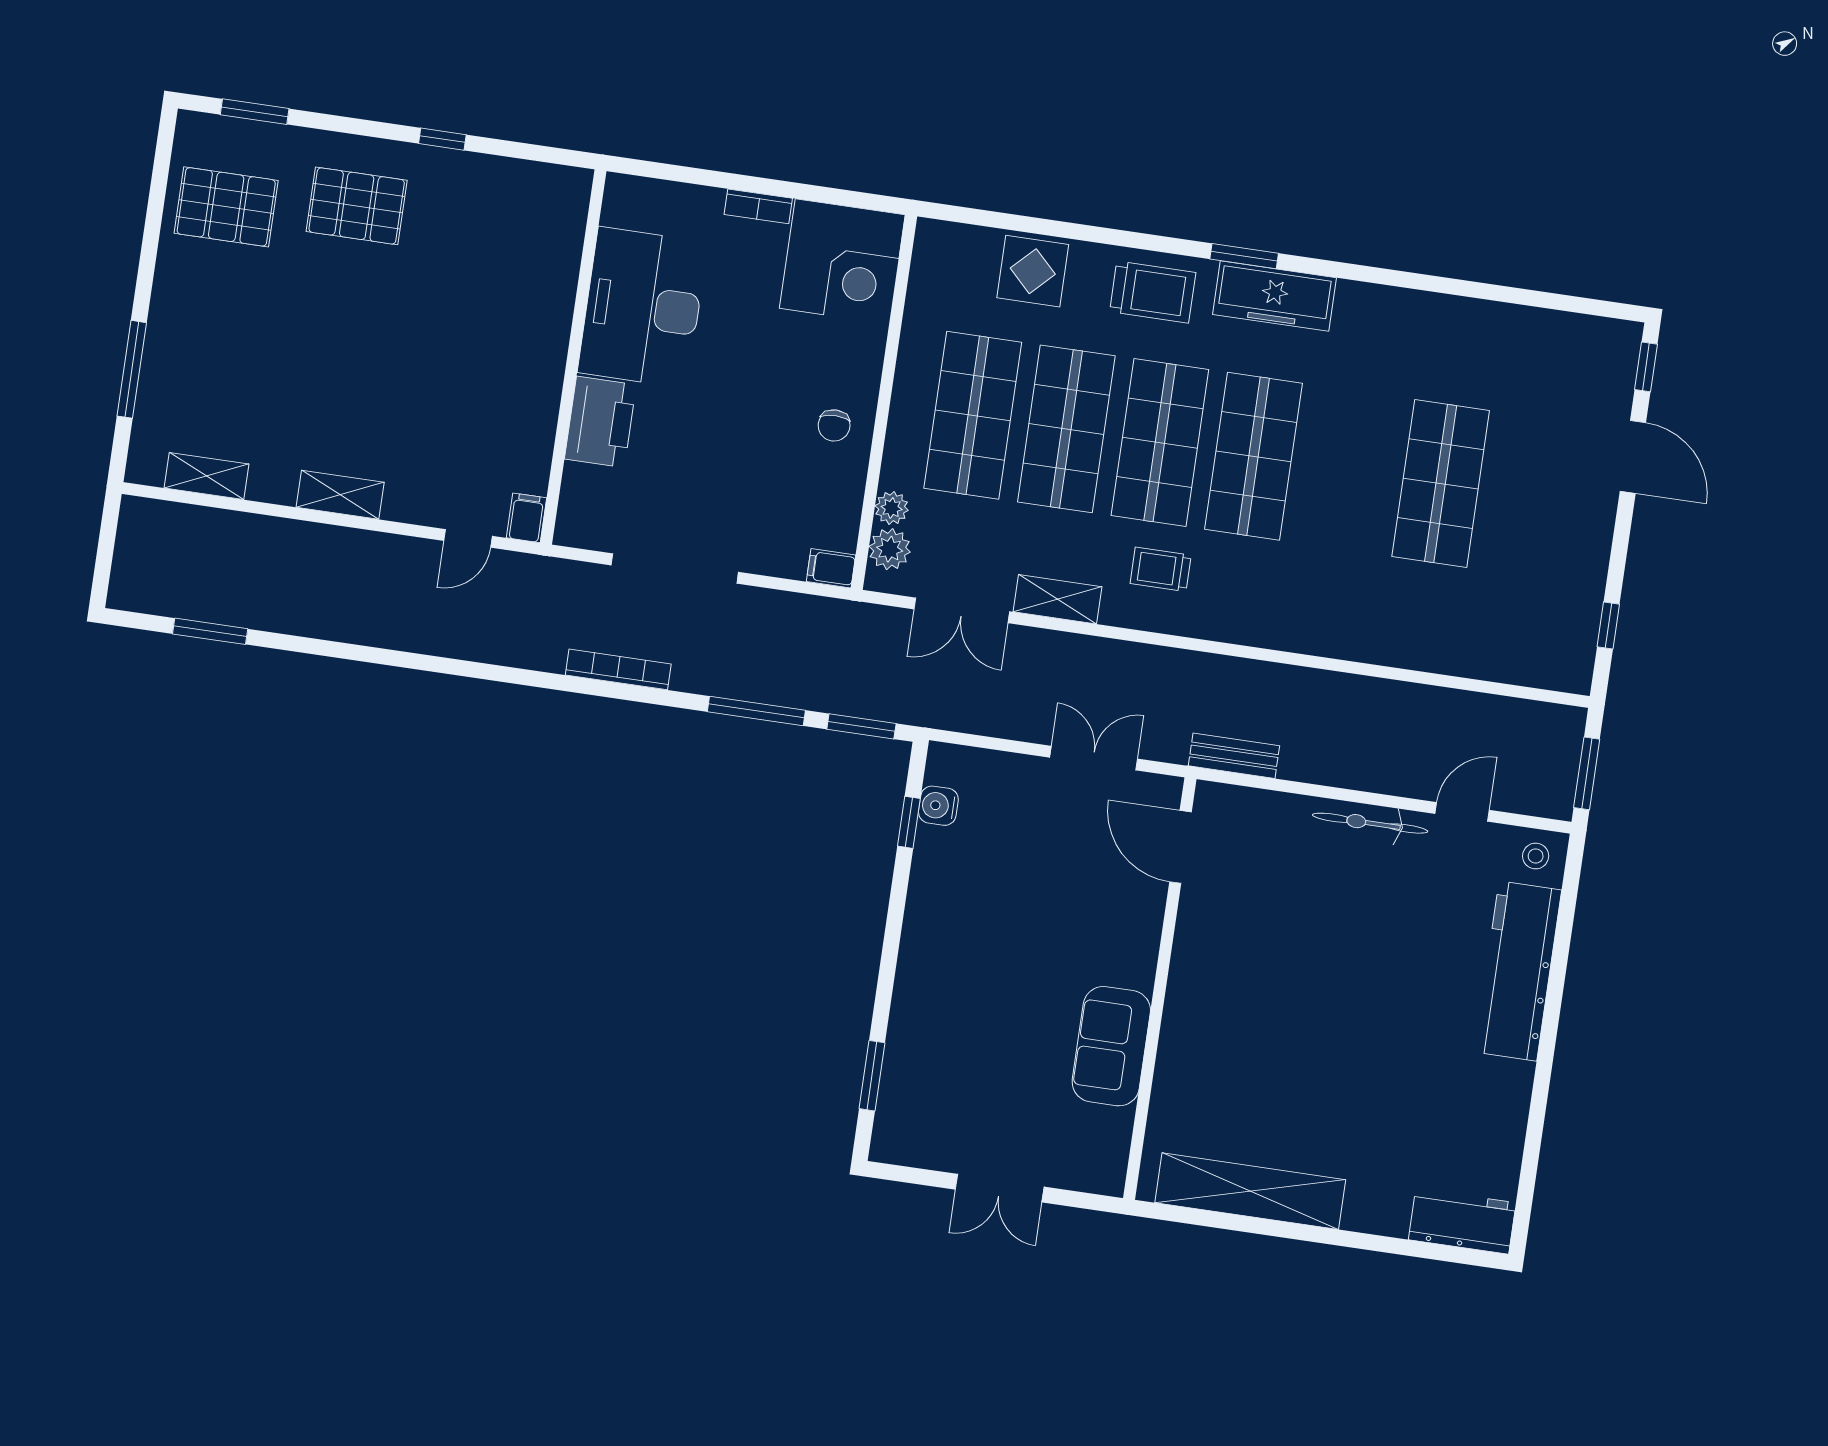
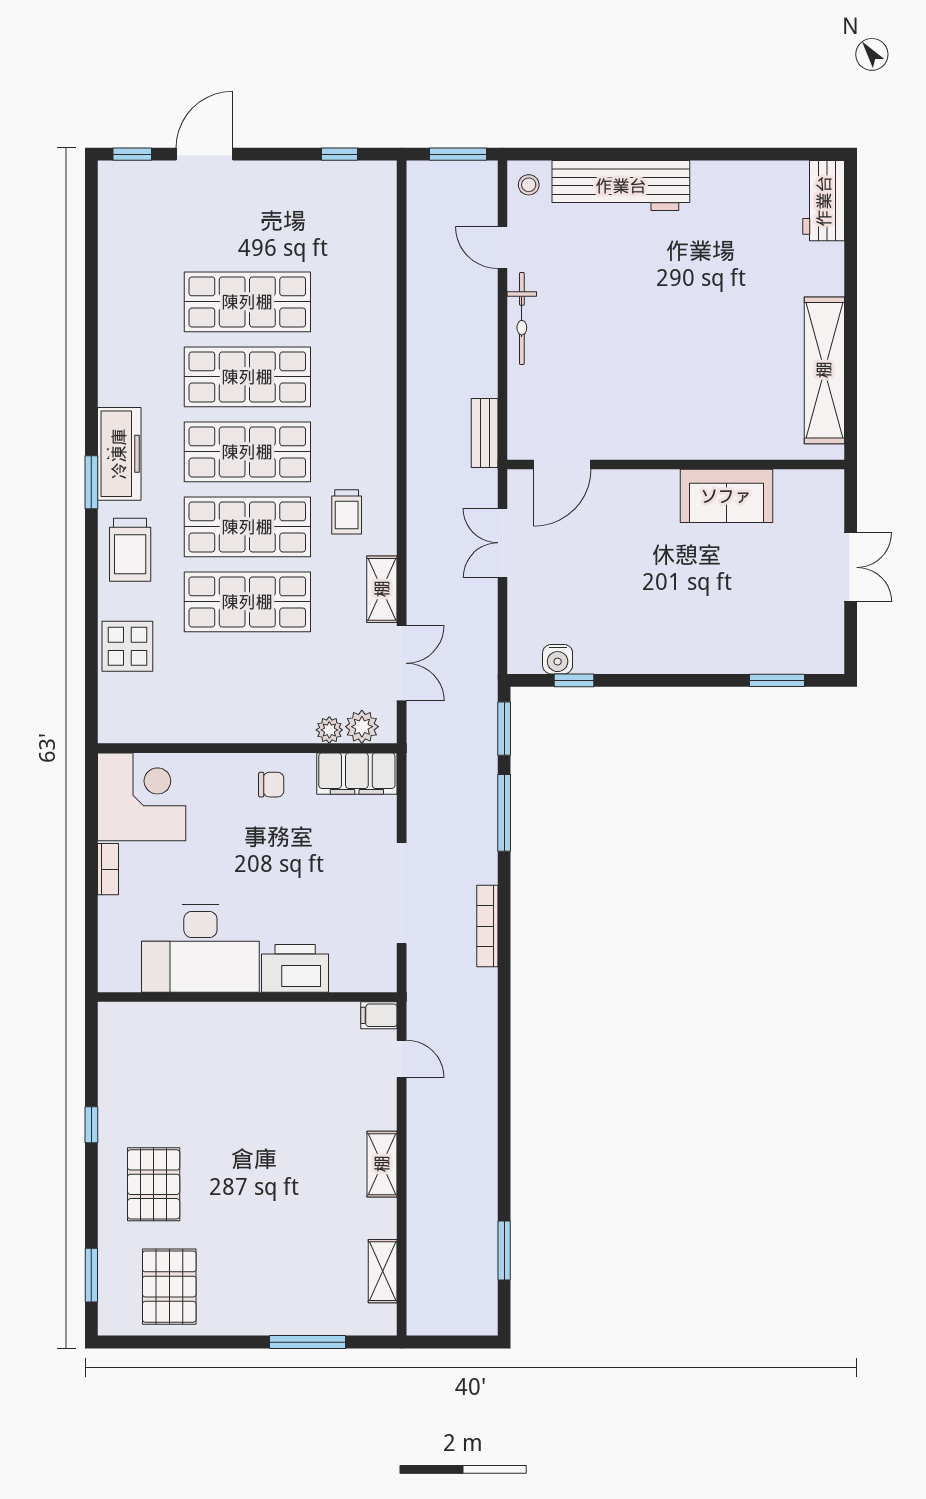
trolley: (1153, 292) -> (130, 550), turned 180
shop shelf: (973, 415) -> (247, 377), moved
filing cabinet: (831, 568) -> (357, 774), width x3.00, depth x1.17

